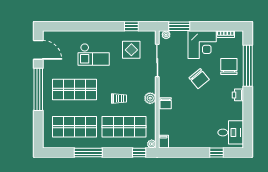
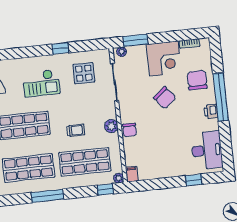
window: (131, 26) -> (60, 48), moved
window: (248, 66) -> (221, 97), moved
desk: (231, 132) -> (207, 150), width x1.37

